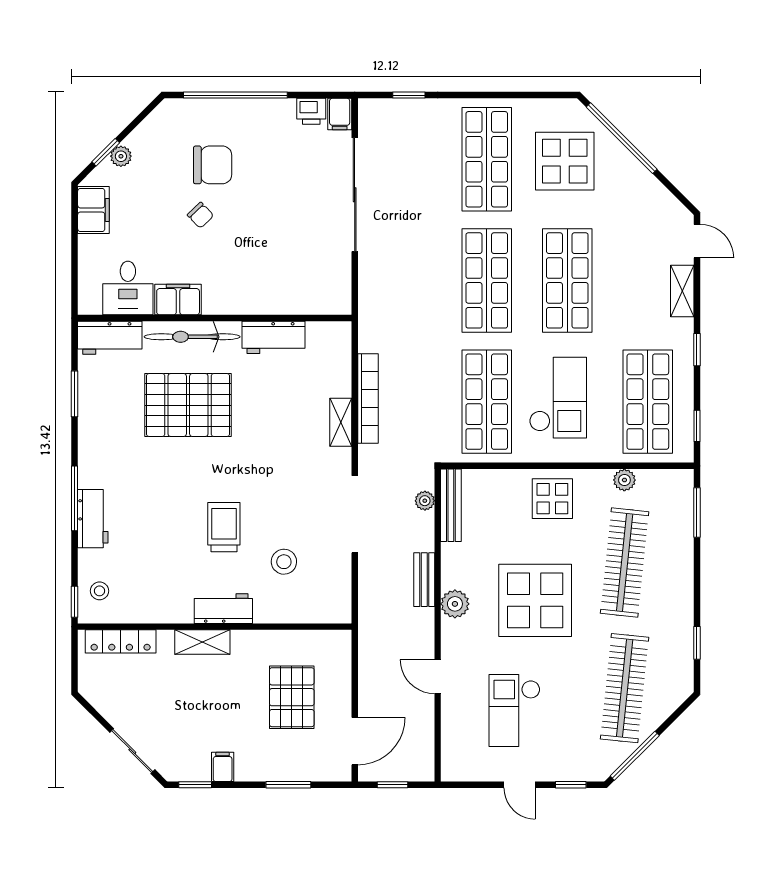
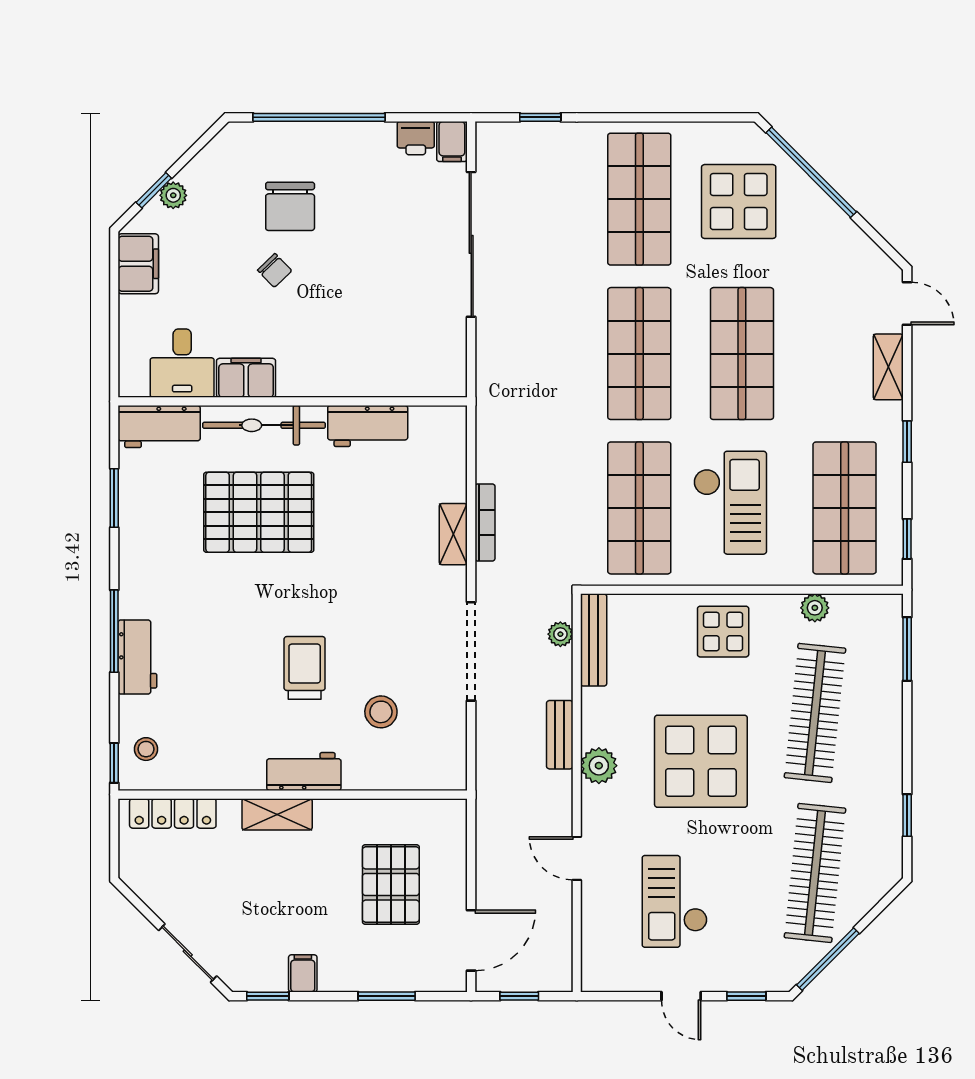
chair: (213, 165) -> (290, 206), turned 90
bookcase: (368, 398) -> (485, 522), width x0.68, depth x0.76

